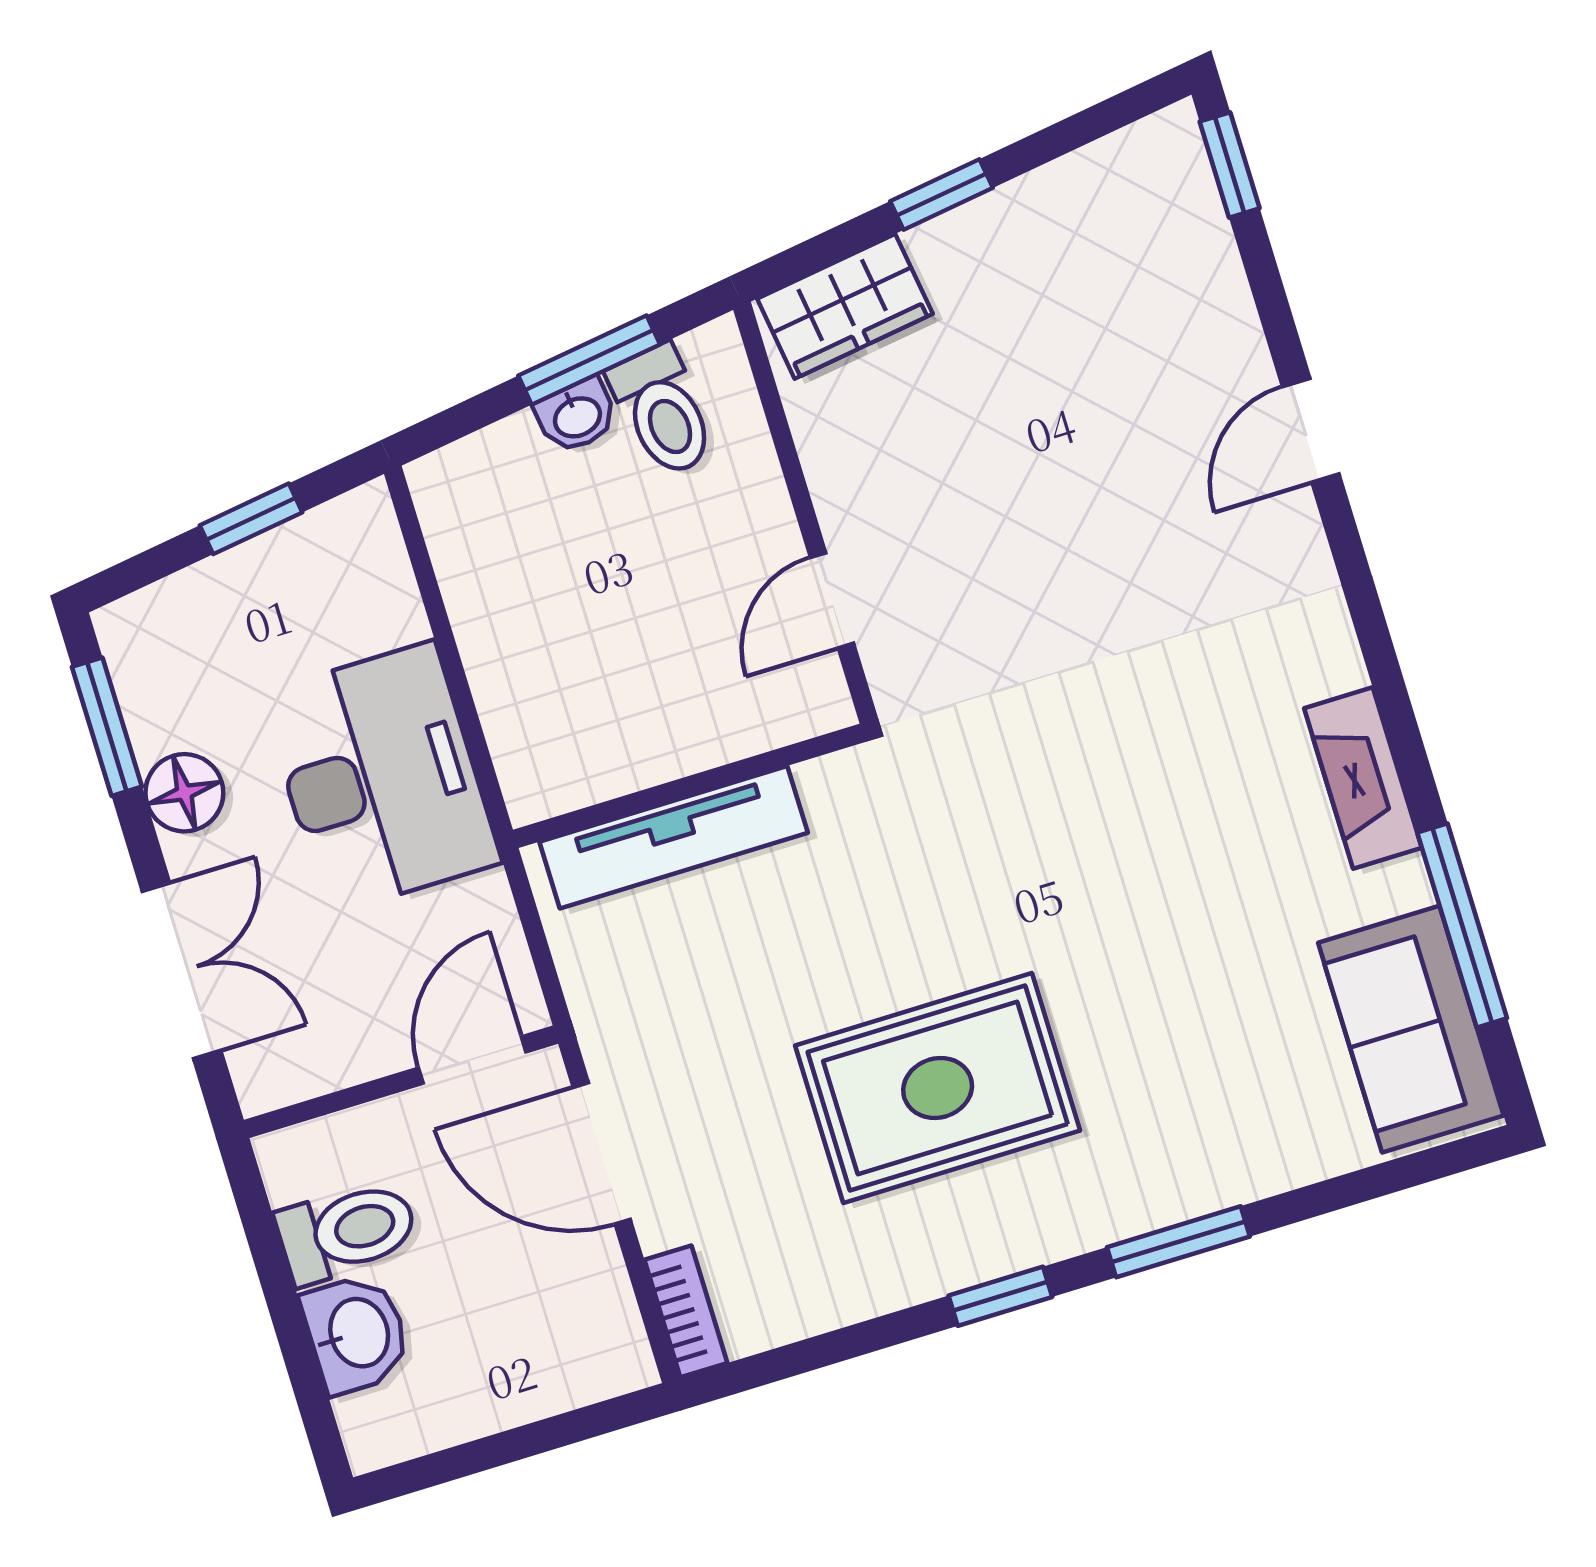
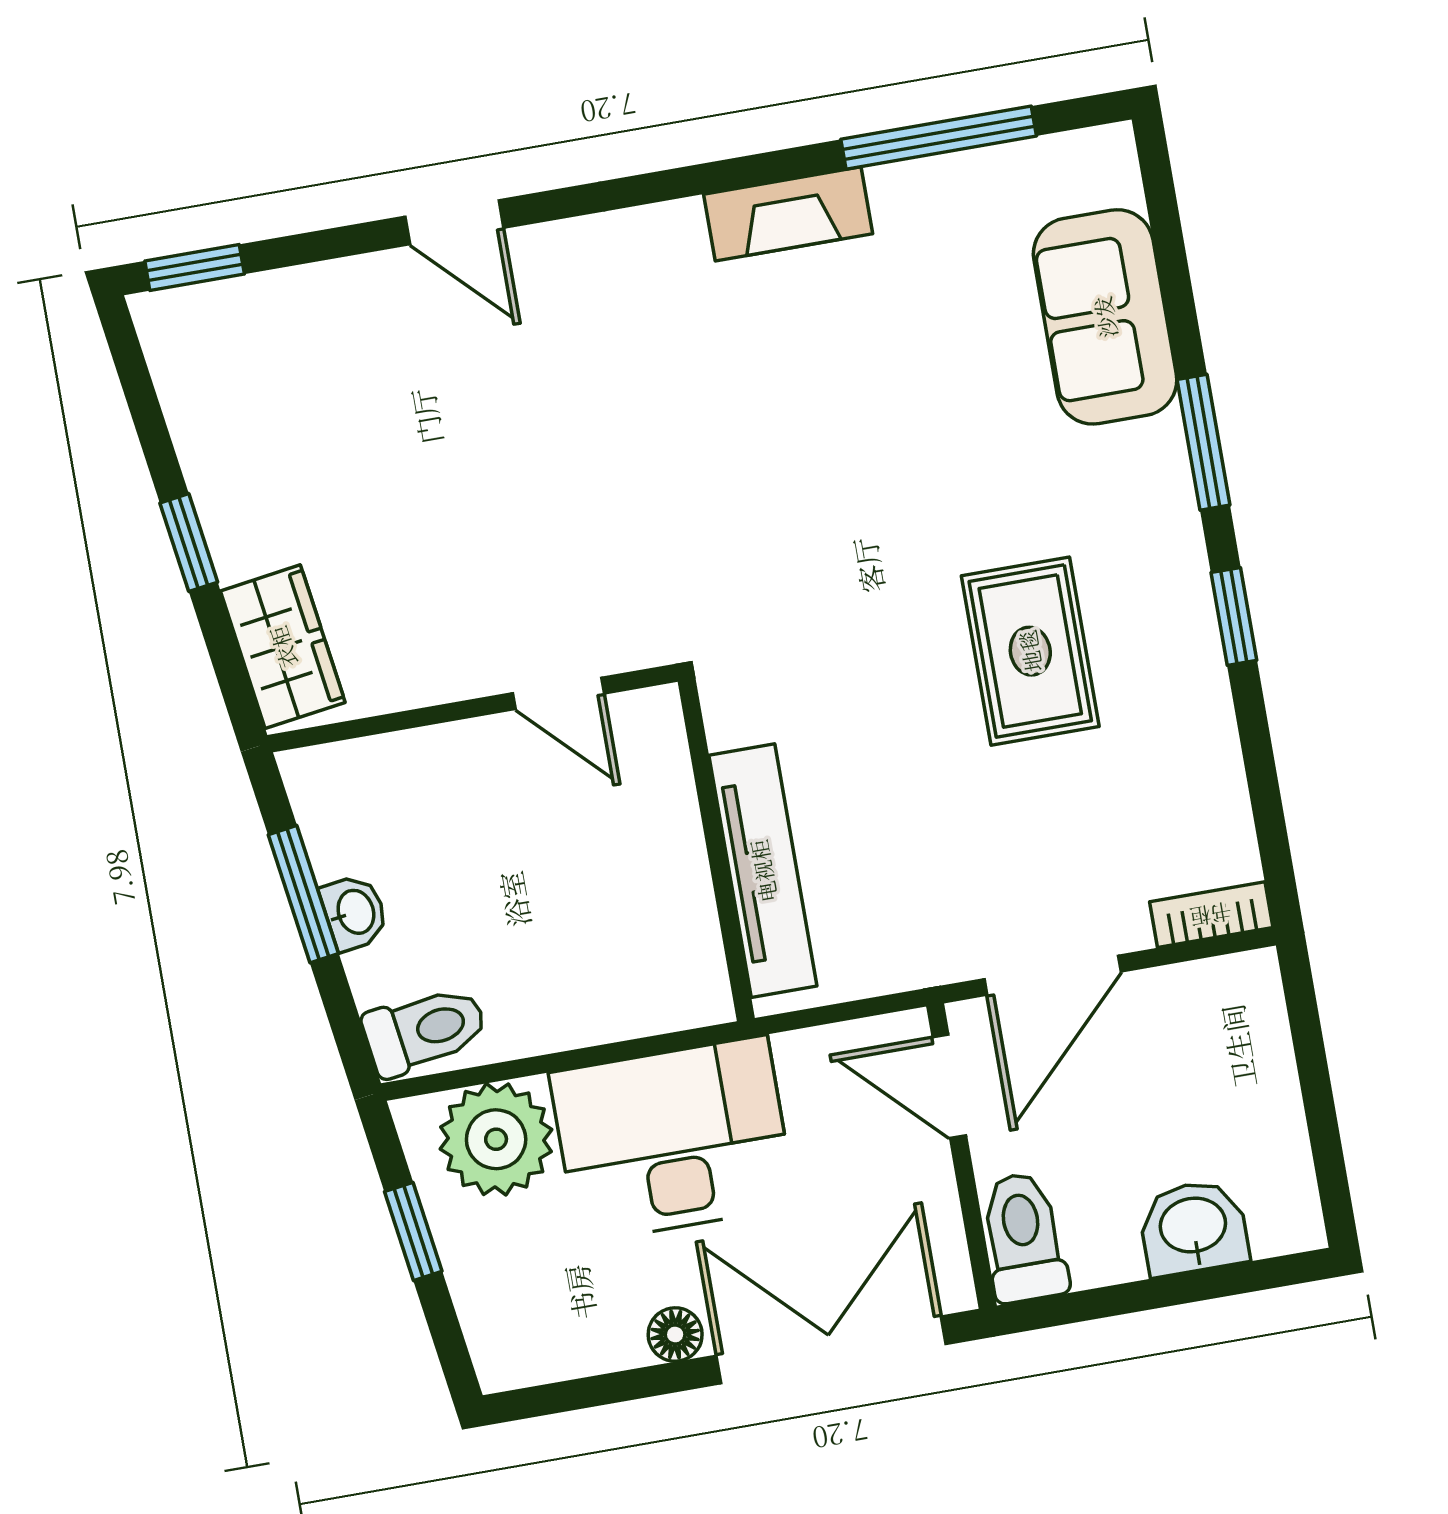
toilet: (663, 411) -> (425, 1030), moved
plant: (358, 593) -> (496, 1139), added
window: (107, 727) -> (592, 1392), removed
floor lamp: (184, 793) -> (675, 1334), width x0.73, depth x0.73
double door: (182, 971) -> (831, 1350), width x1.37
sofa: (1411, 1029) -> (1105, 317), moved, turned 90
rug: (938, 1088) -> (1030, 651), width x0.73, depth x0.70
toilet: (347, 1232) -> (1024, 1237), moved

